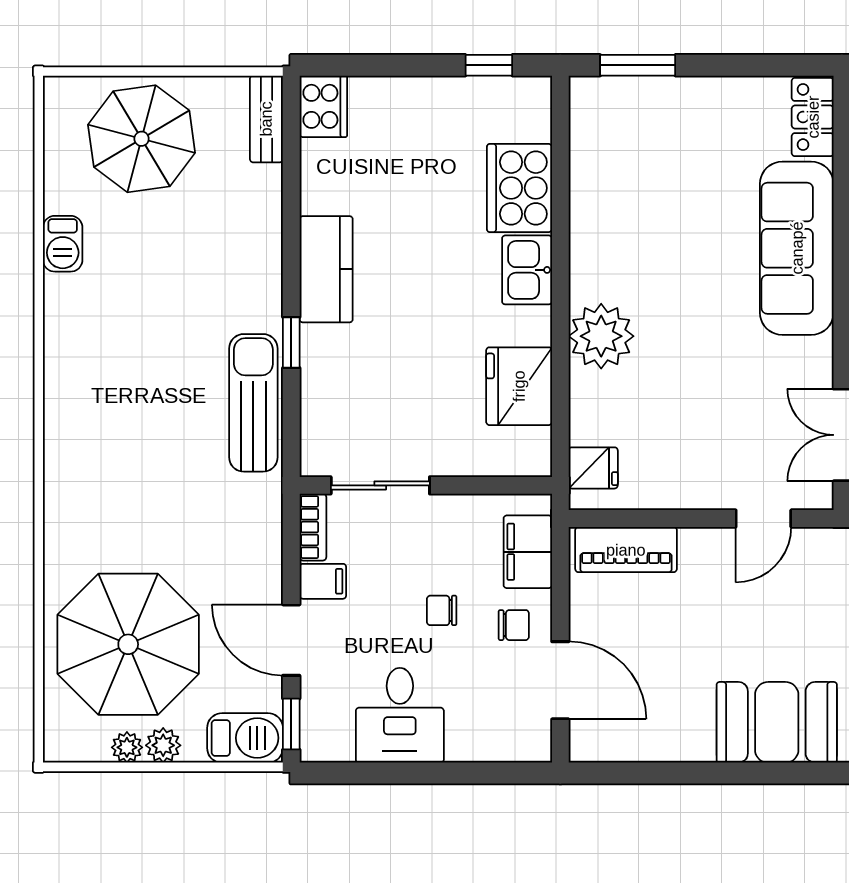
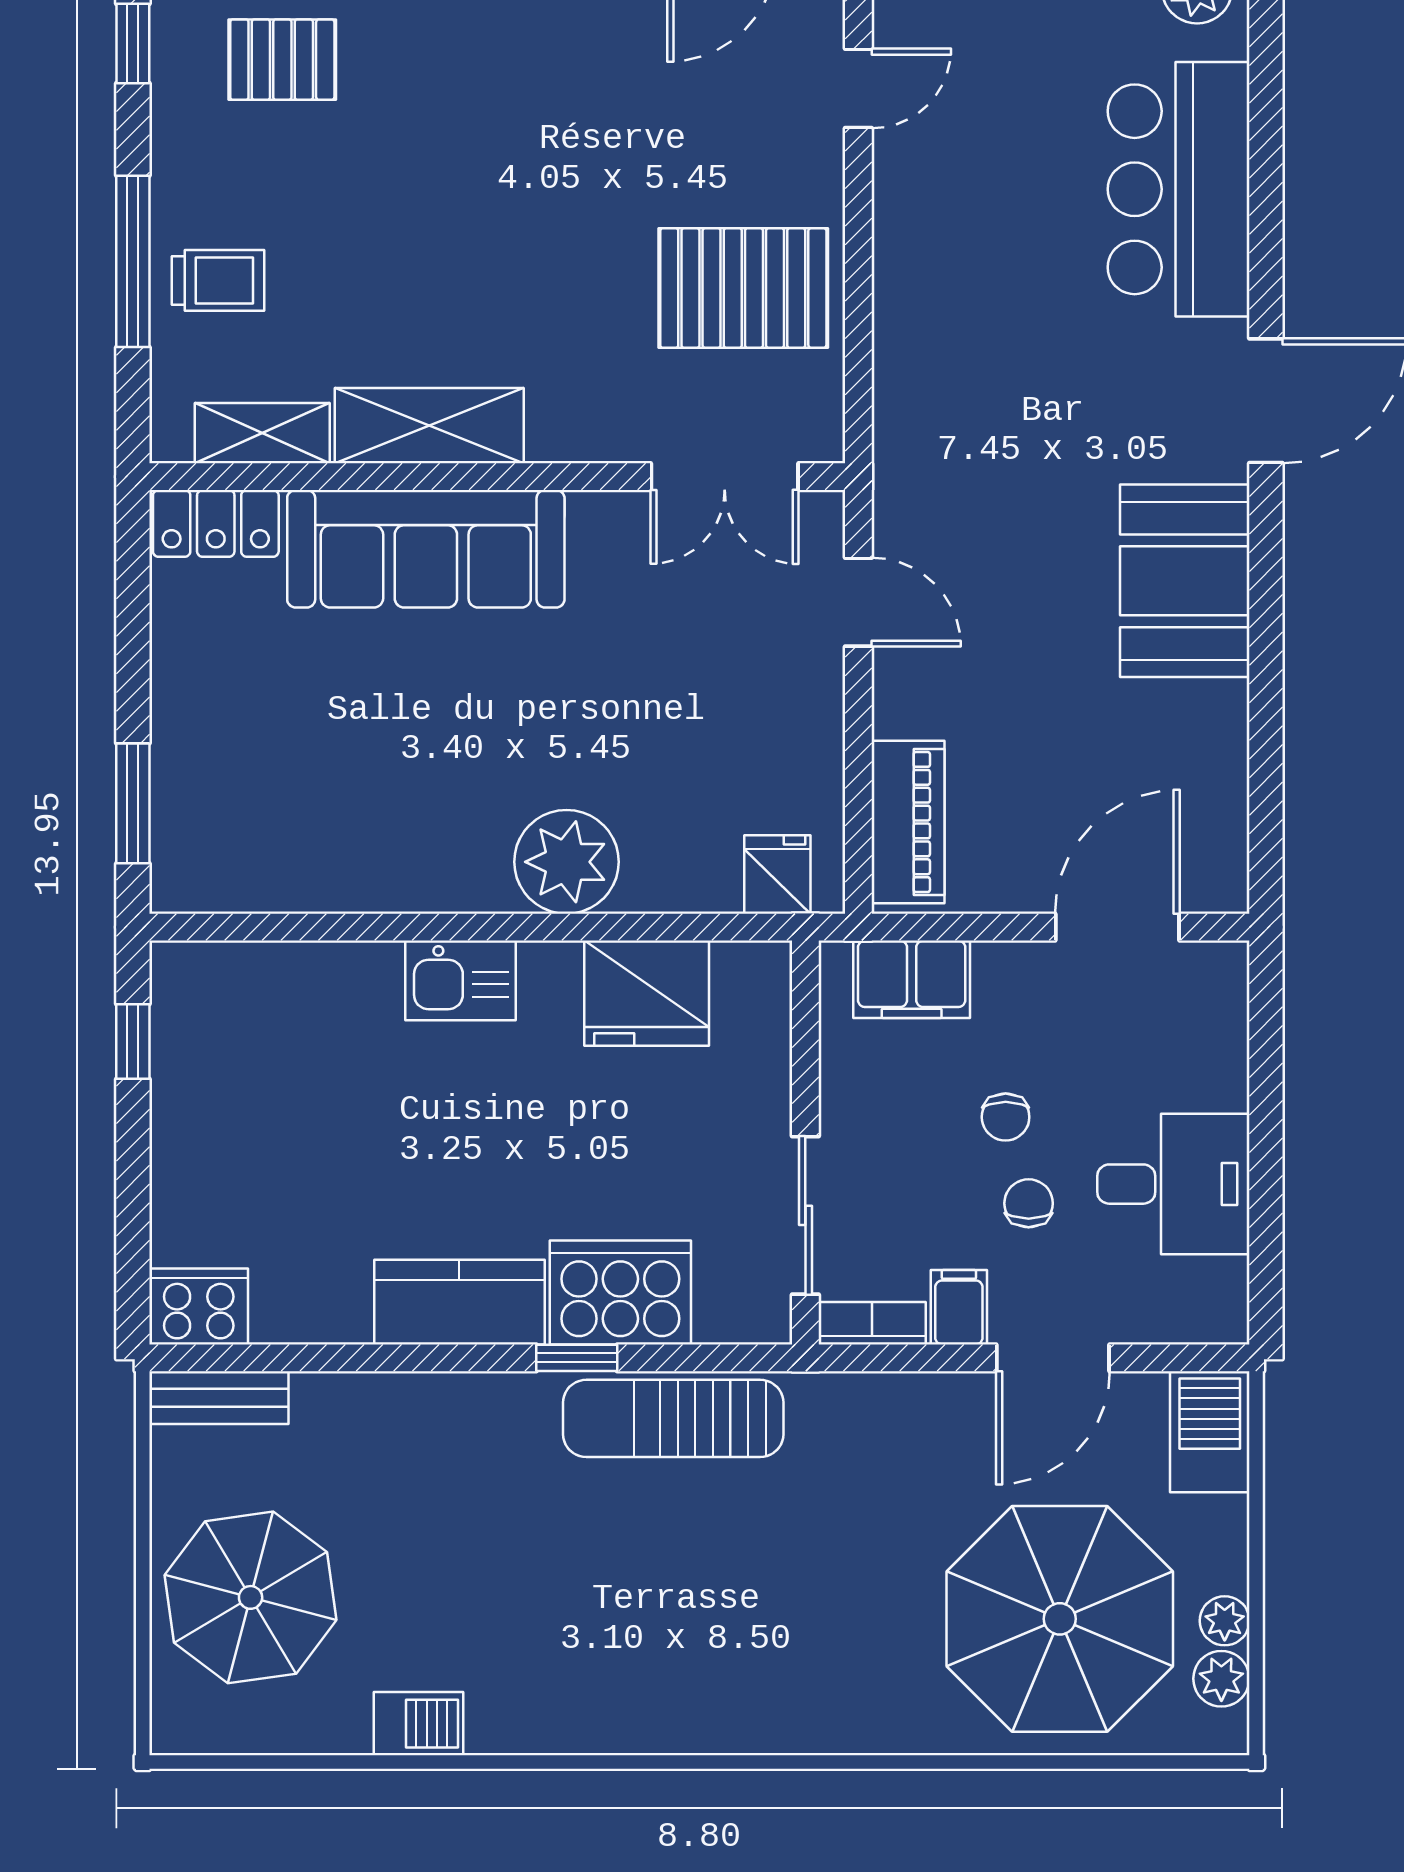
cooker: (520, 188) -> (620, 1293), moved, turned 180
chair: (514, 625) -> (1029, 1203), moved
window: (291, 724) -> (1187, 1358), removed
plant: (163, 745) -> (1221, 1679), moved

